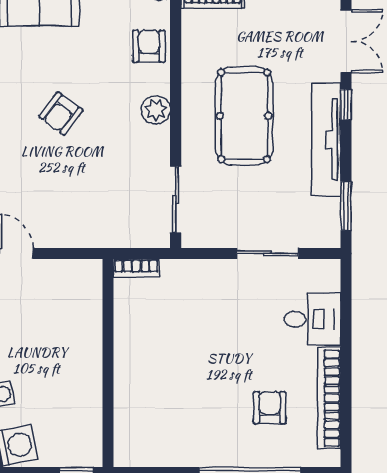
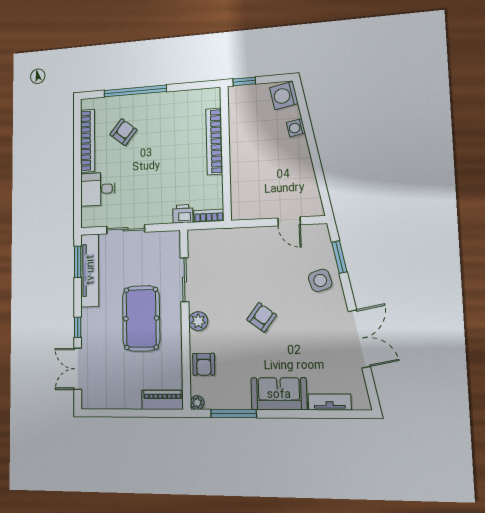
tv unit: (326, 139) -> (90, 270), moved
sliding door: (176, 200) -> (185, 280), moved
printer: (177, 273) -> (183, 214), added
bookcase: (125, 382) -> (214, 141), added
armchair: (270, 408) -> (123, 132), turned -141

